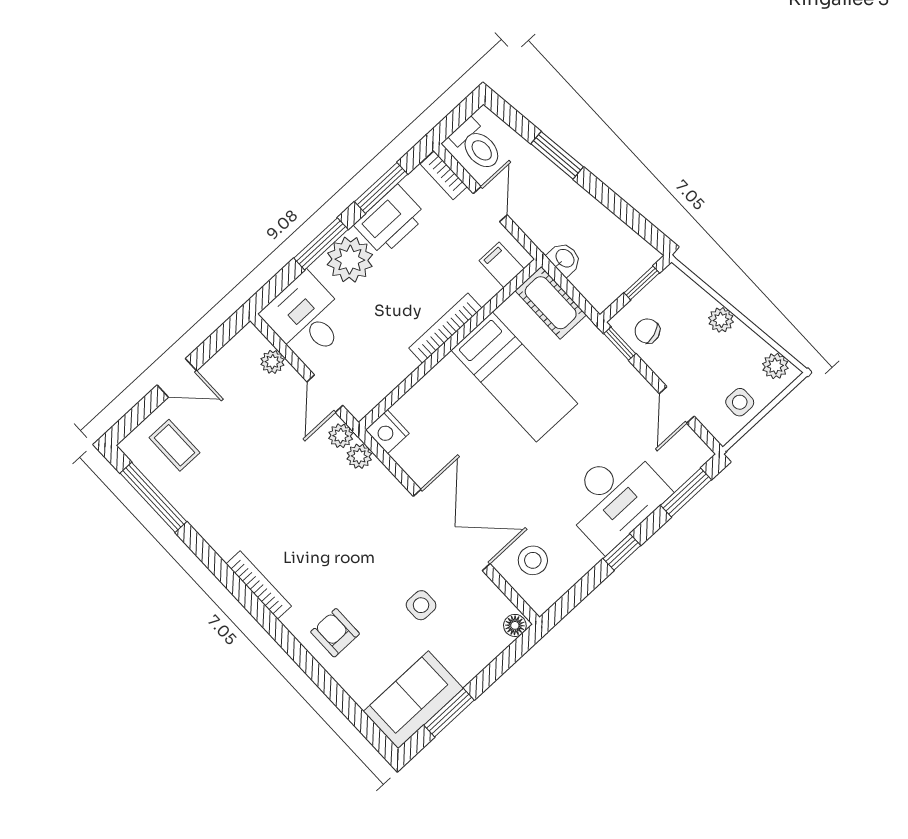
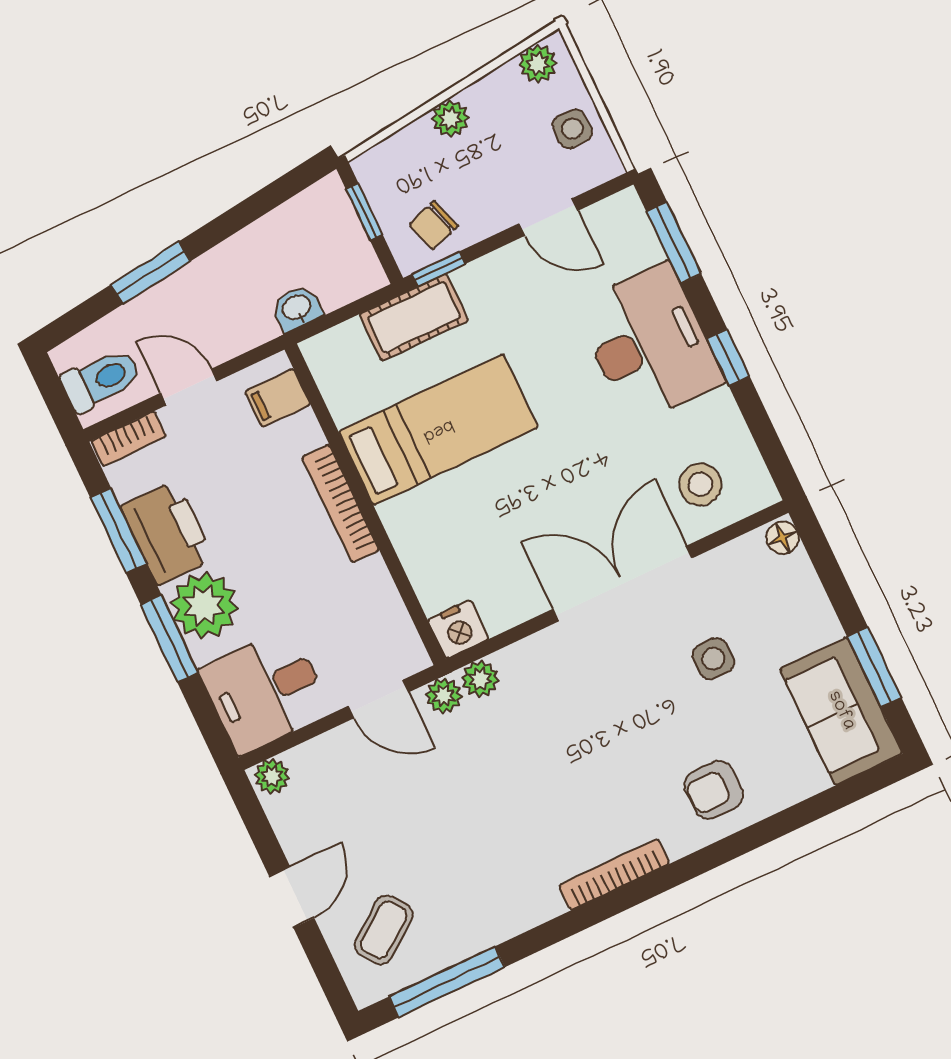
cot: (551, 303) -> (414, 317), moved
plant: (272, 362) -> (272, 776), moved
coffee table: (174, 445) -> (384, 930), turned -37

